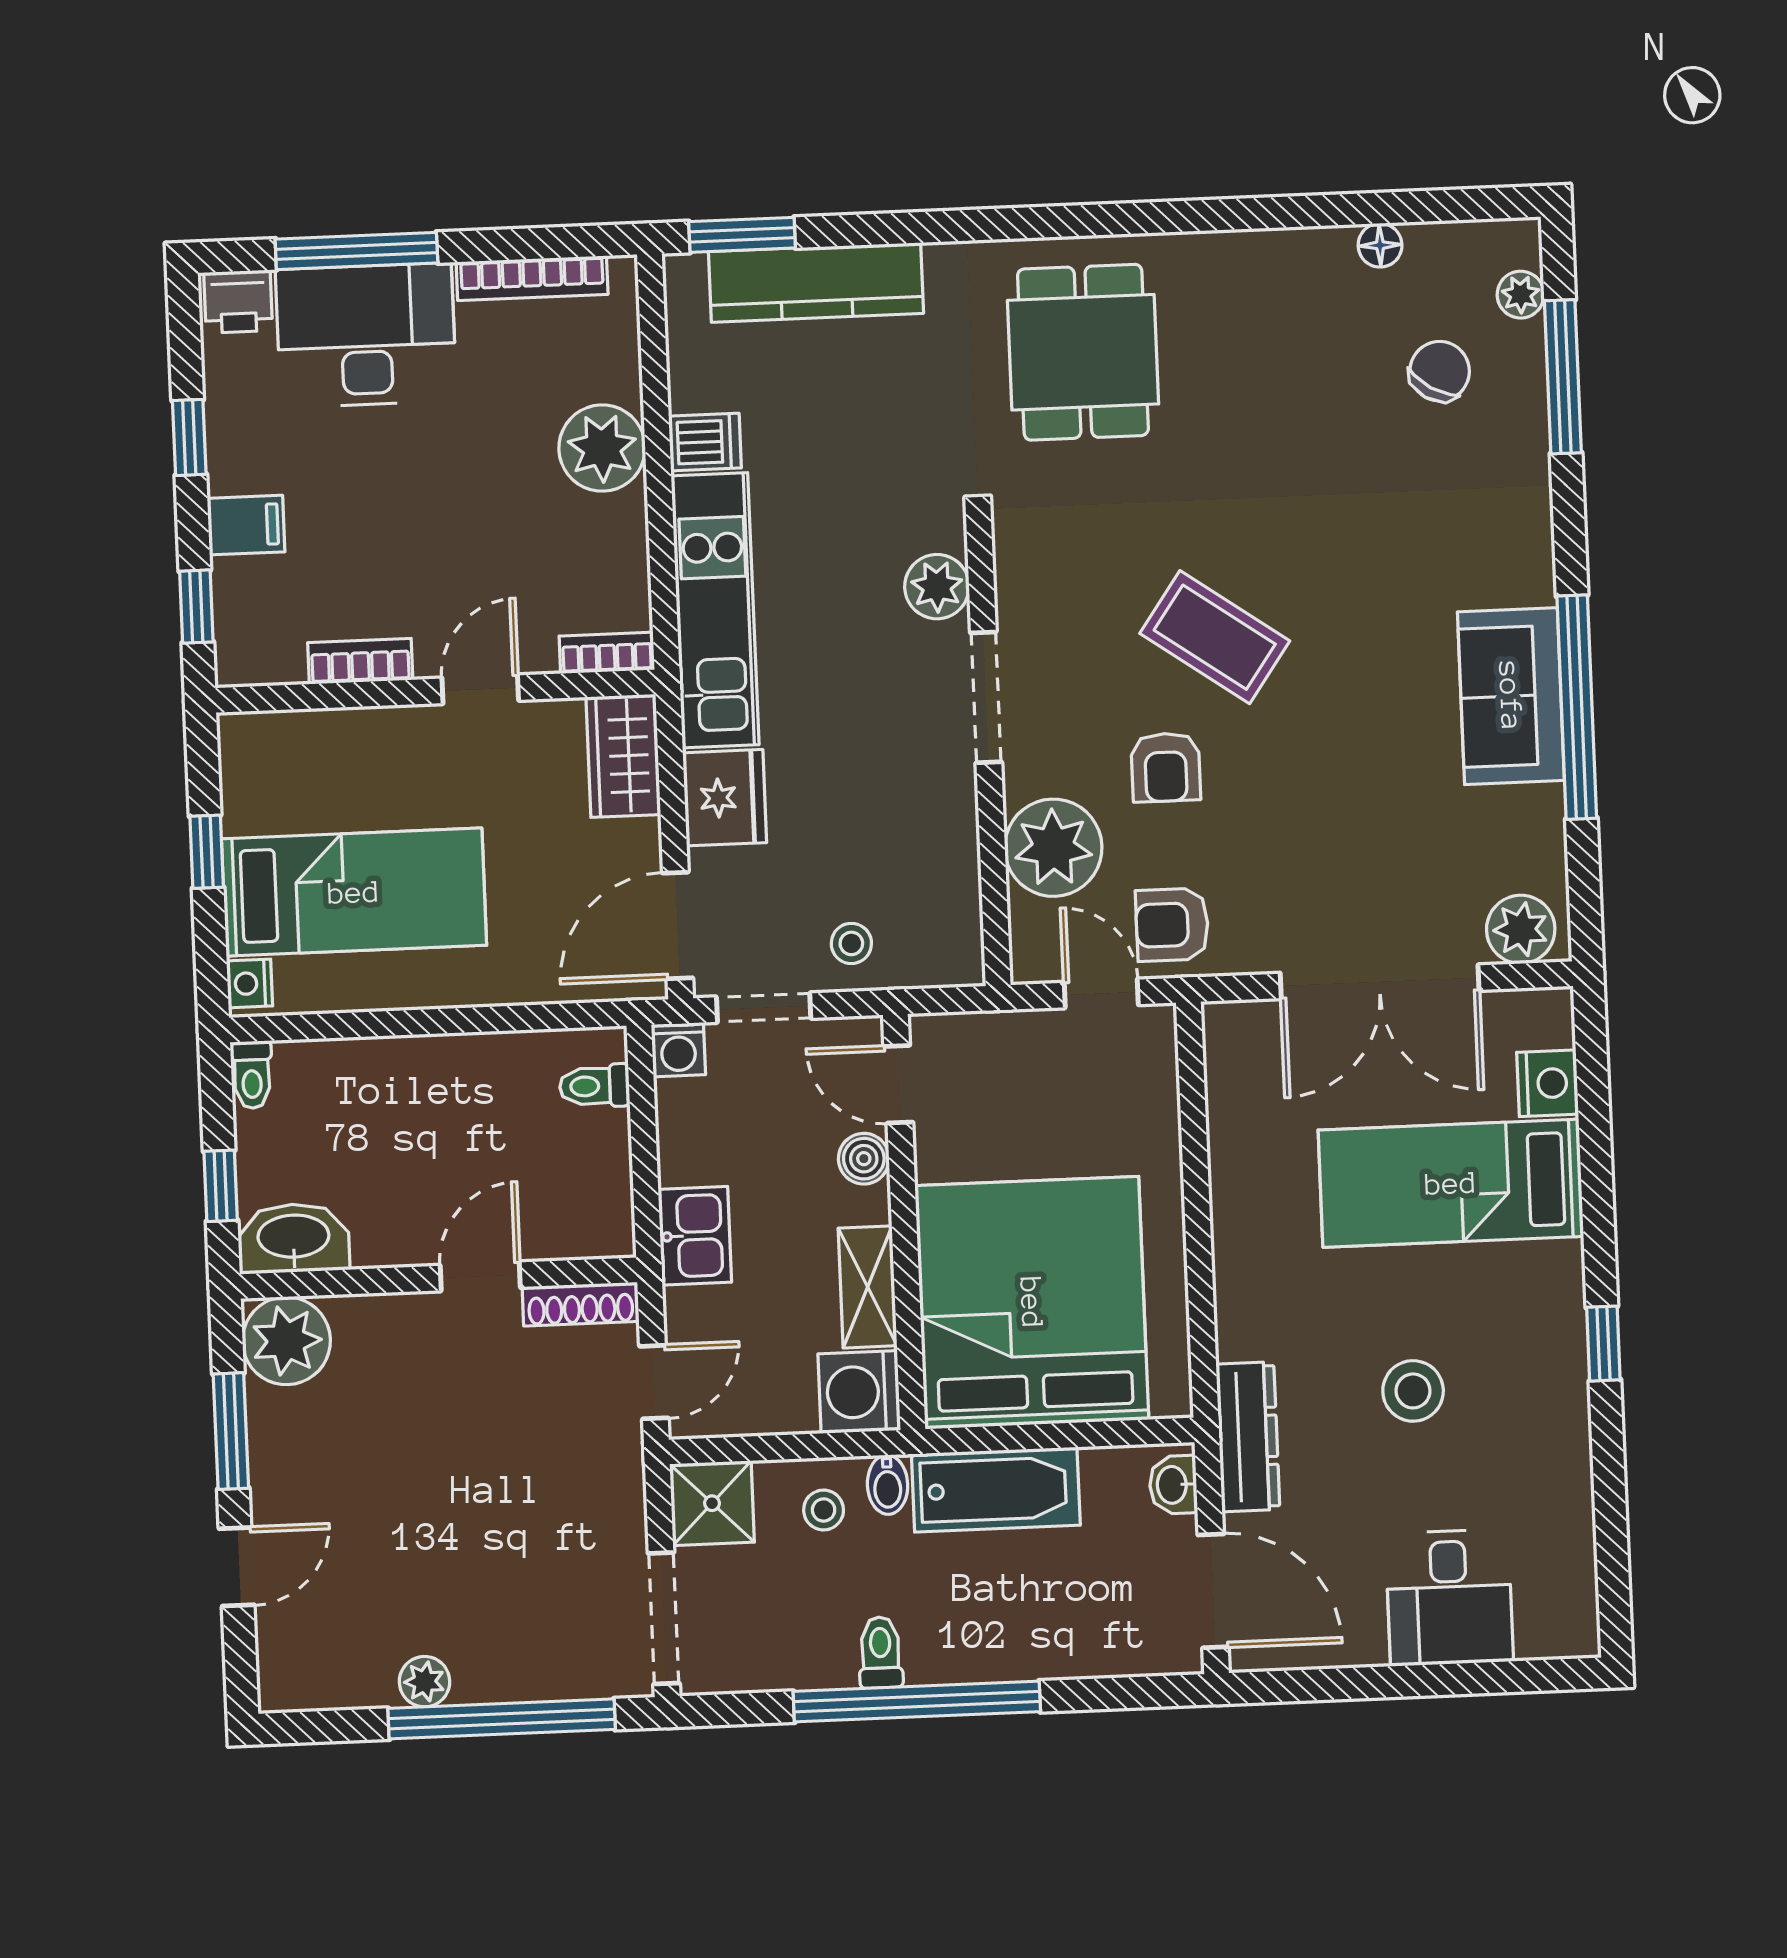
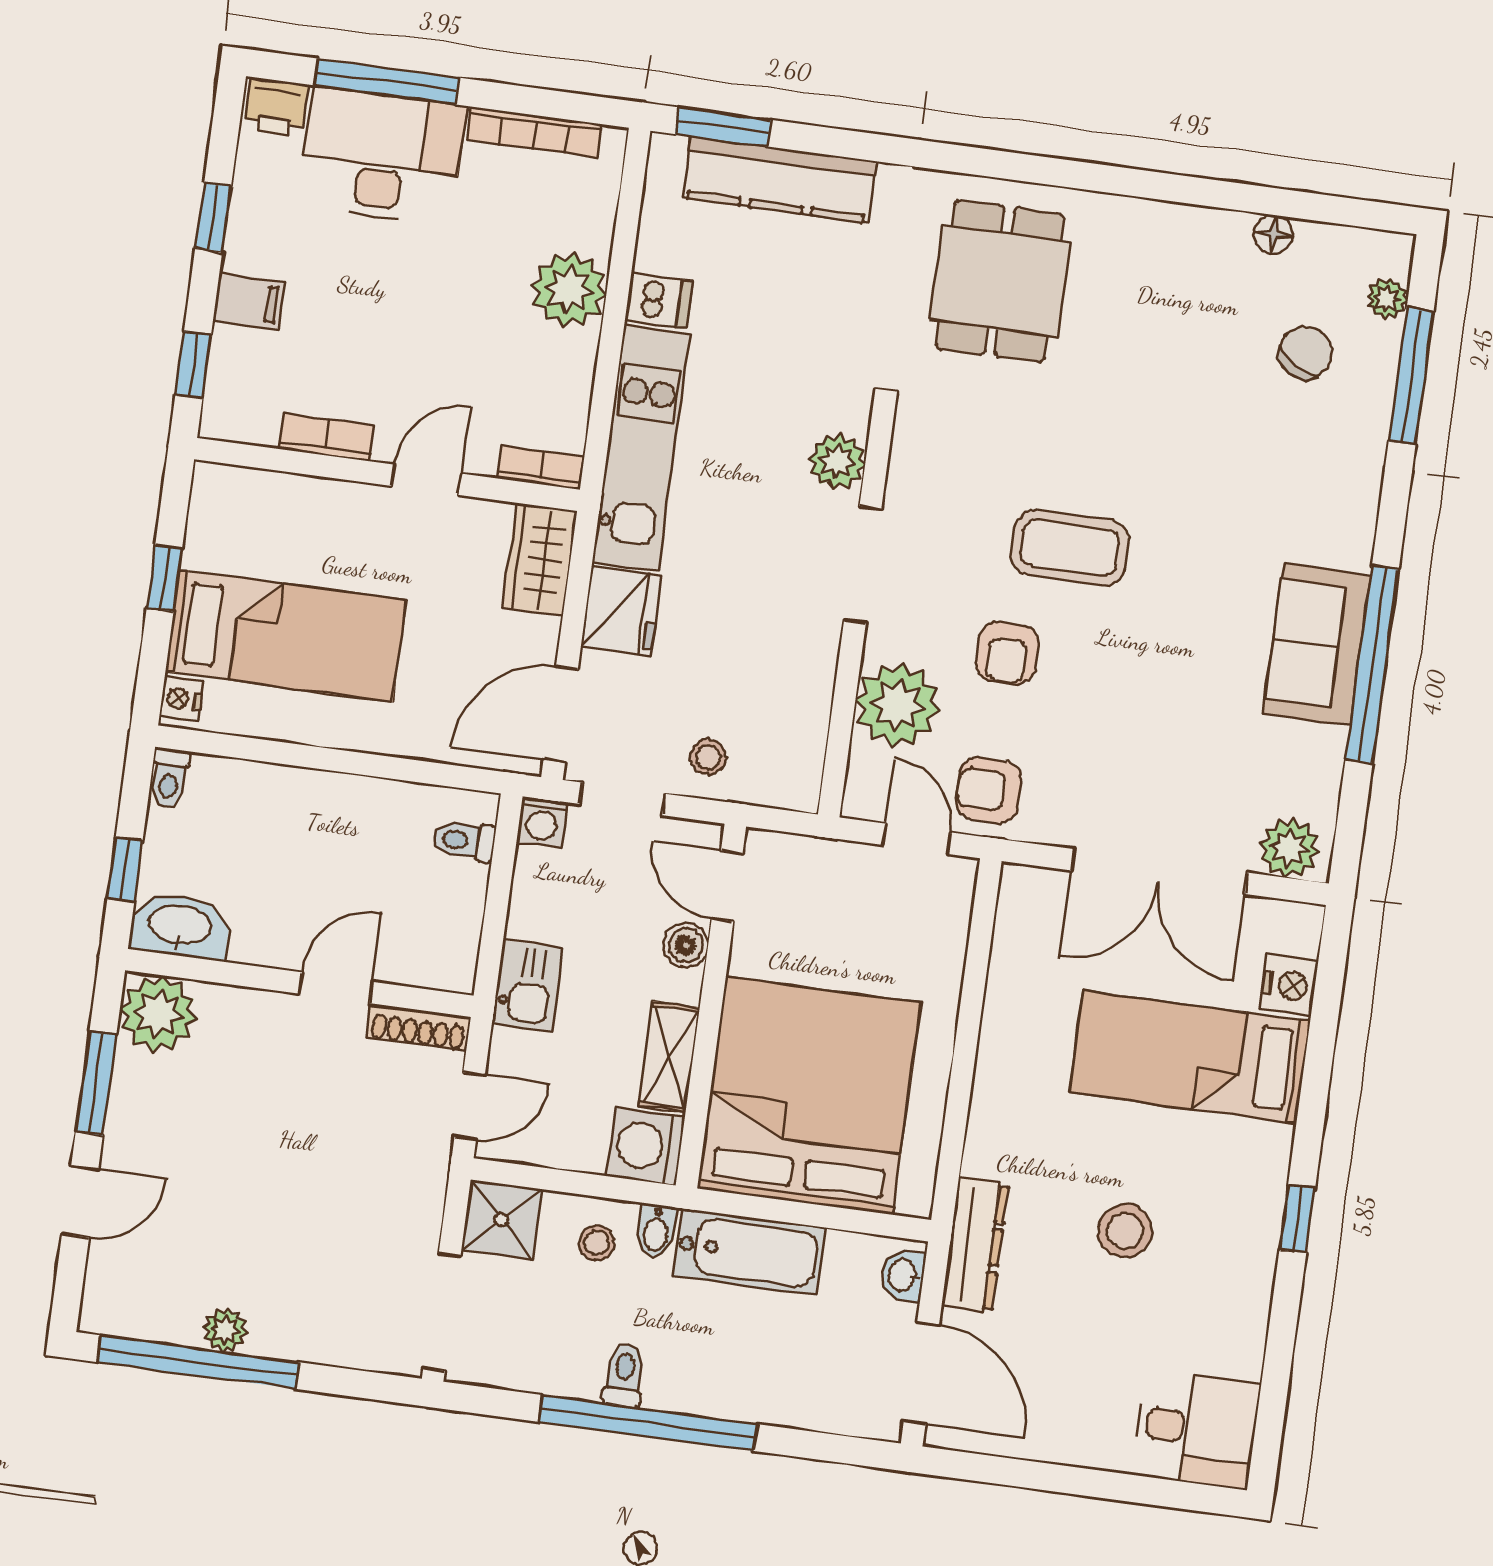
coffee table: (1215, 637) -> (1070, 548), turned -35
desk: (1449, 1597) -> (1196, 1429), moved, turned -90
window: (502, 1719) -> (198, 1362), moved

